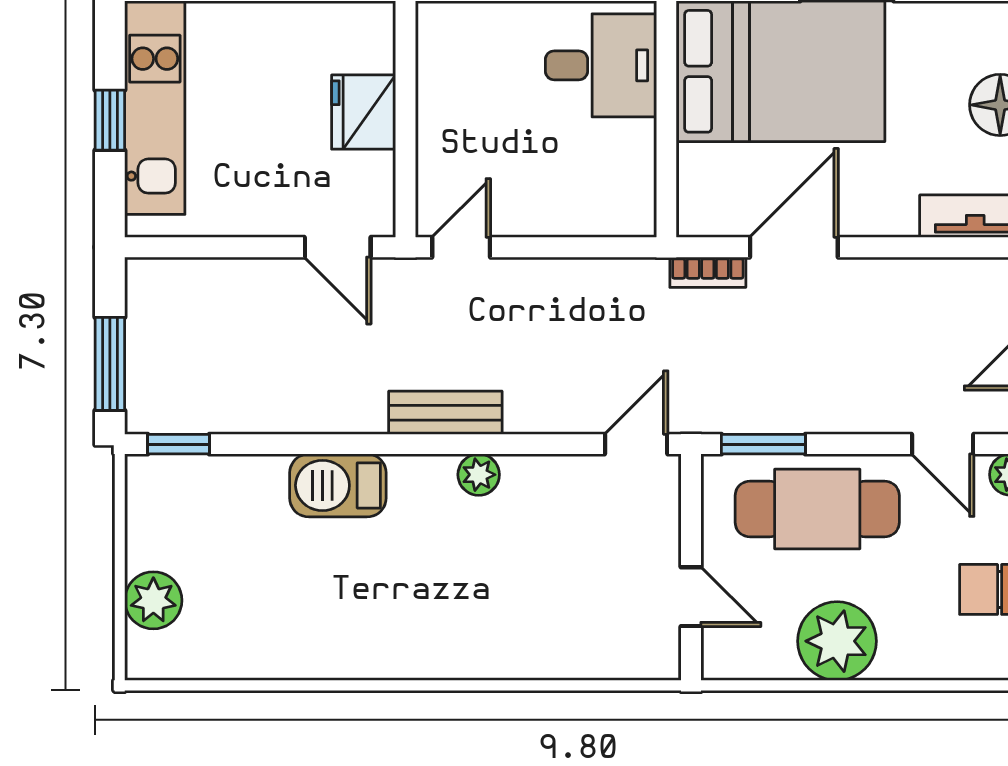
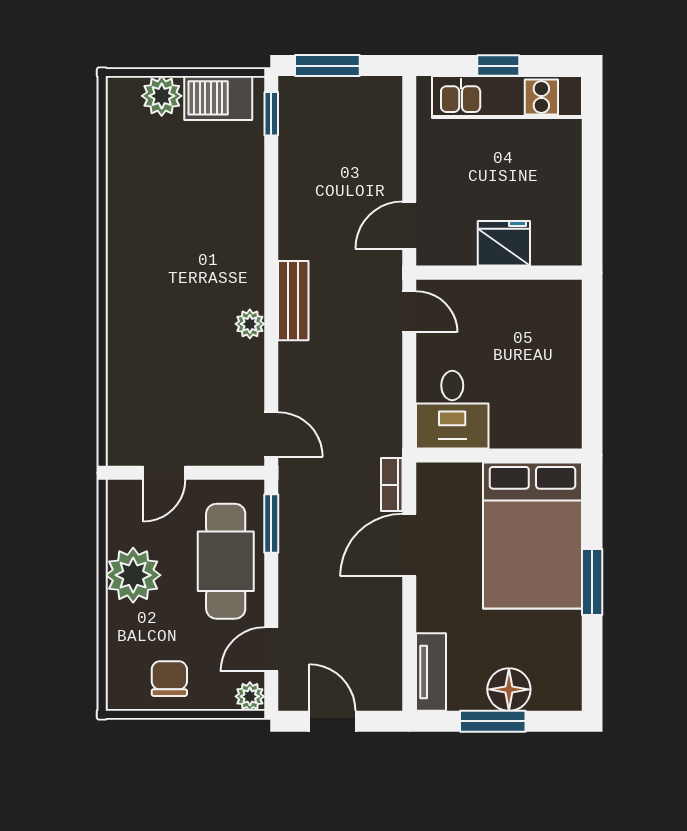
desk: (601, 65) -> (452, 410), moved
door: (794, 247) -> (409, 545), swing flipped
barbecue: (338, 485) -> (218, 98), moved, turned -90

